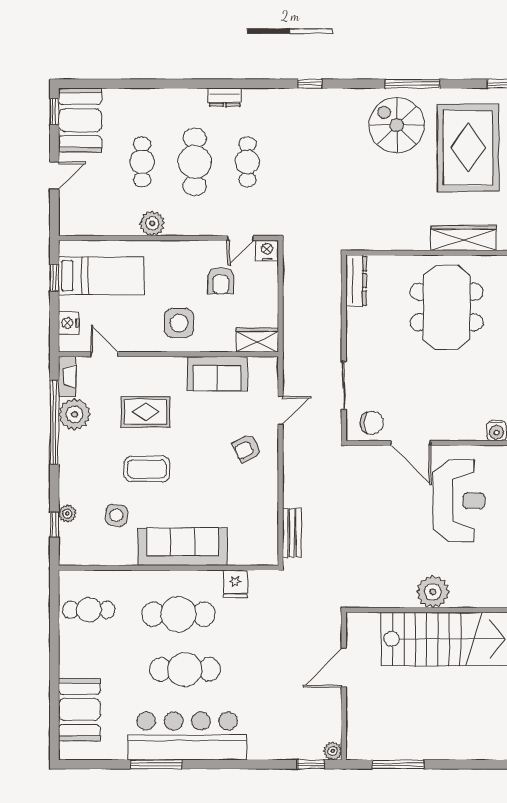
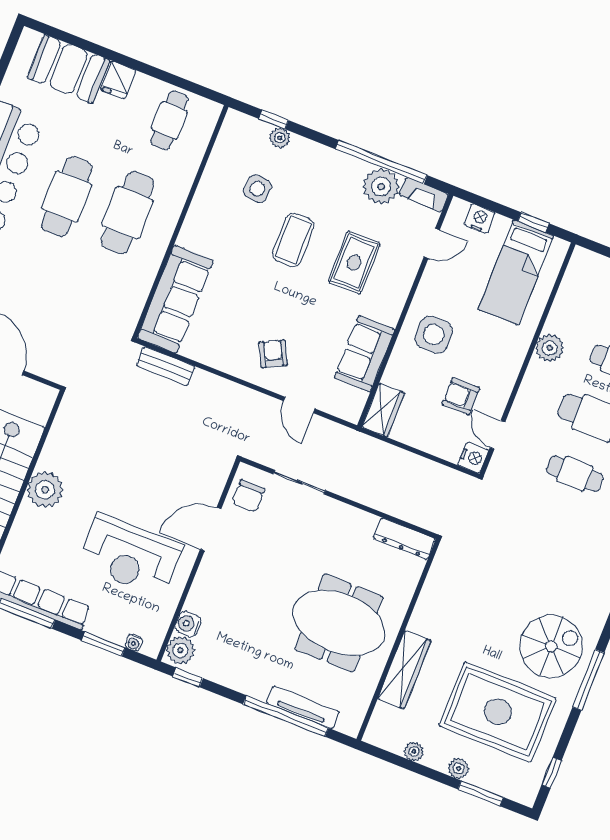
sofa: (182, 547) -> (175, 299), moved
fridge: (235, 584) -> (118, 80), moved, turned -90

